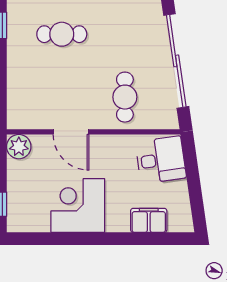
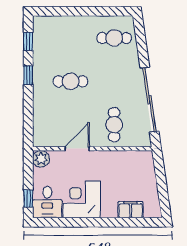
door: (71, 132) -> (77, 149), swing flipped
desk: (161, 160) -> (47, 202), moved, turned 98

